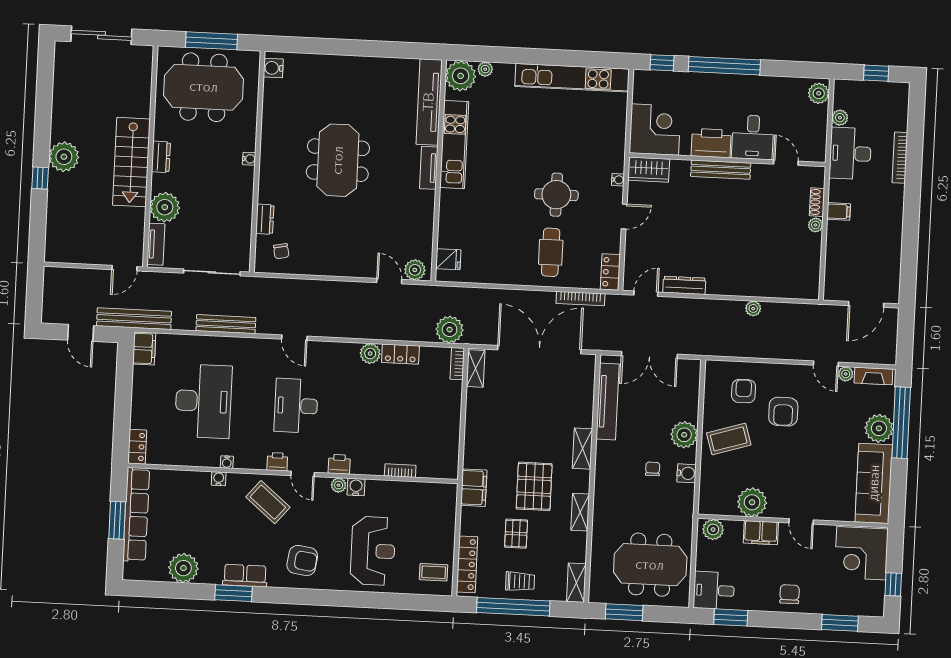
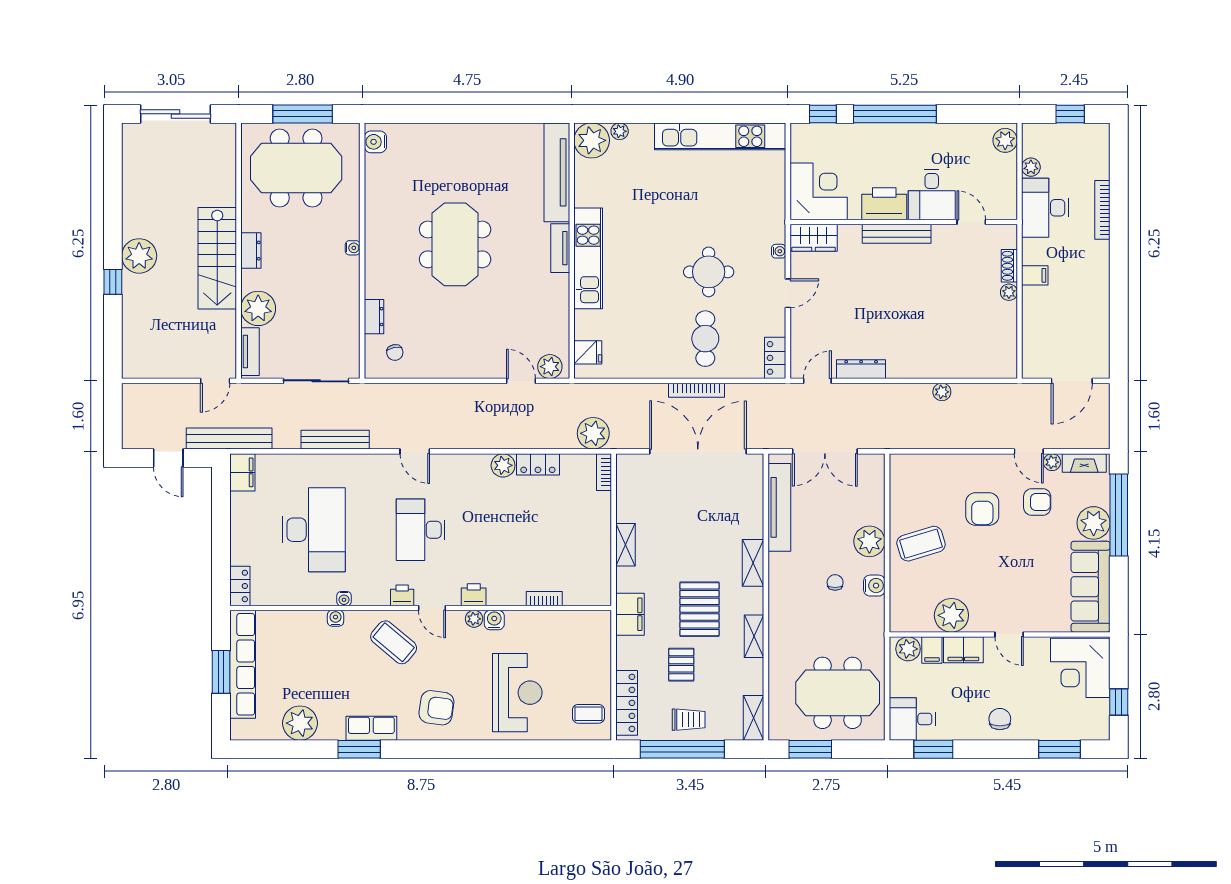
kitchen unit: (454, 145) -> (588, 258), moved
bookcase: (580, 298) -> (696, 390), moved
shelving: (476, 368) -> (625, 545), moved
armchair: (744, 391) -> (1037, 502), moved, turned 90
filing cabinet: (734, 532) -> (932, 650), added

